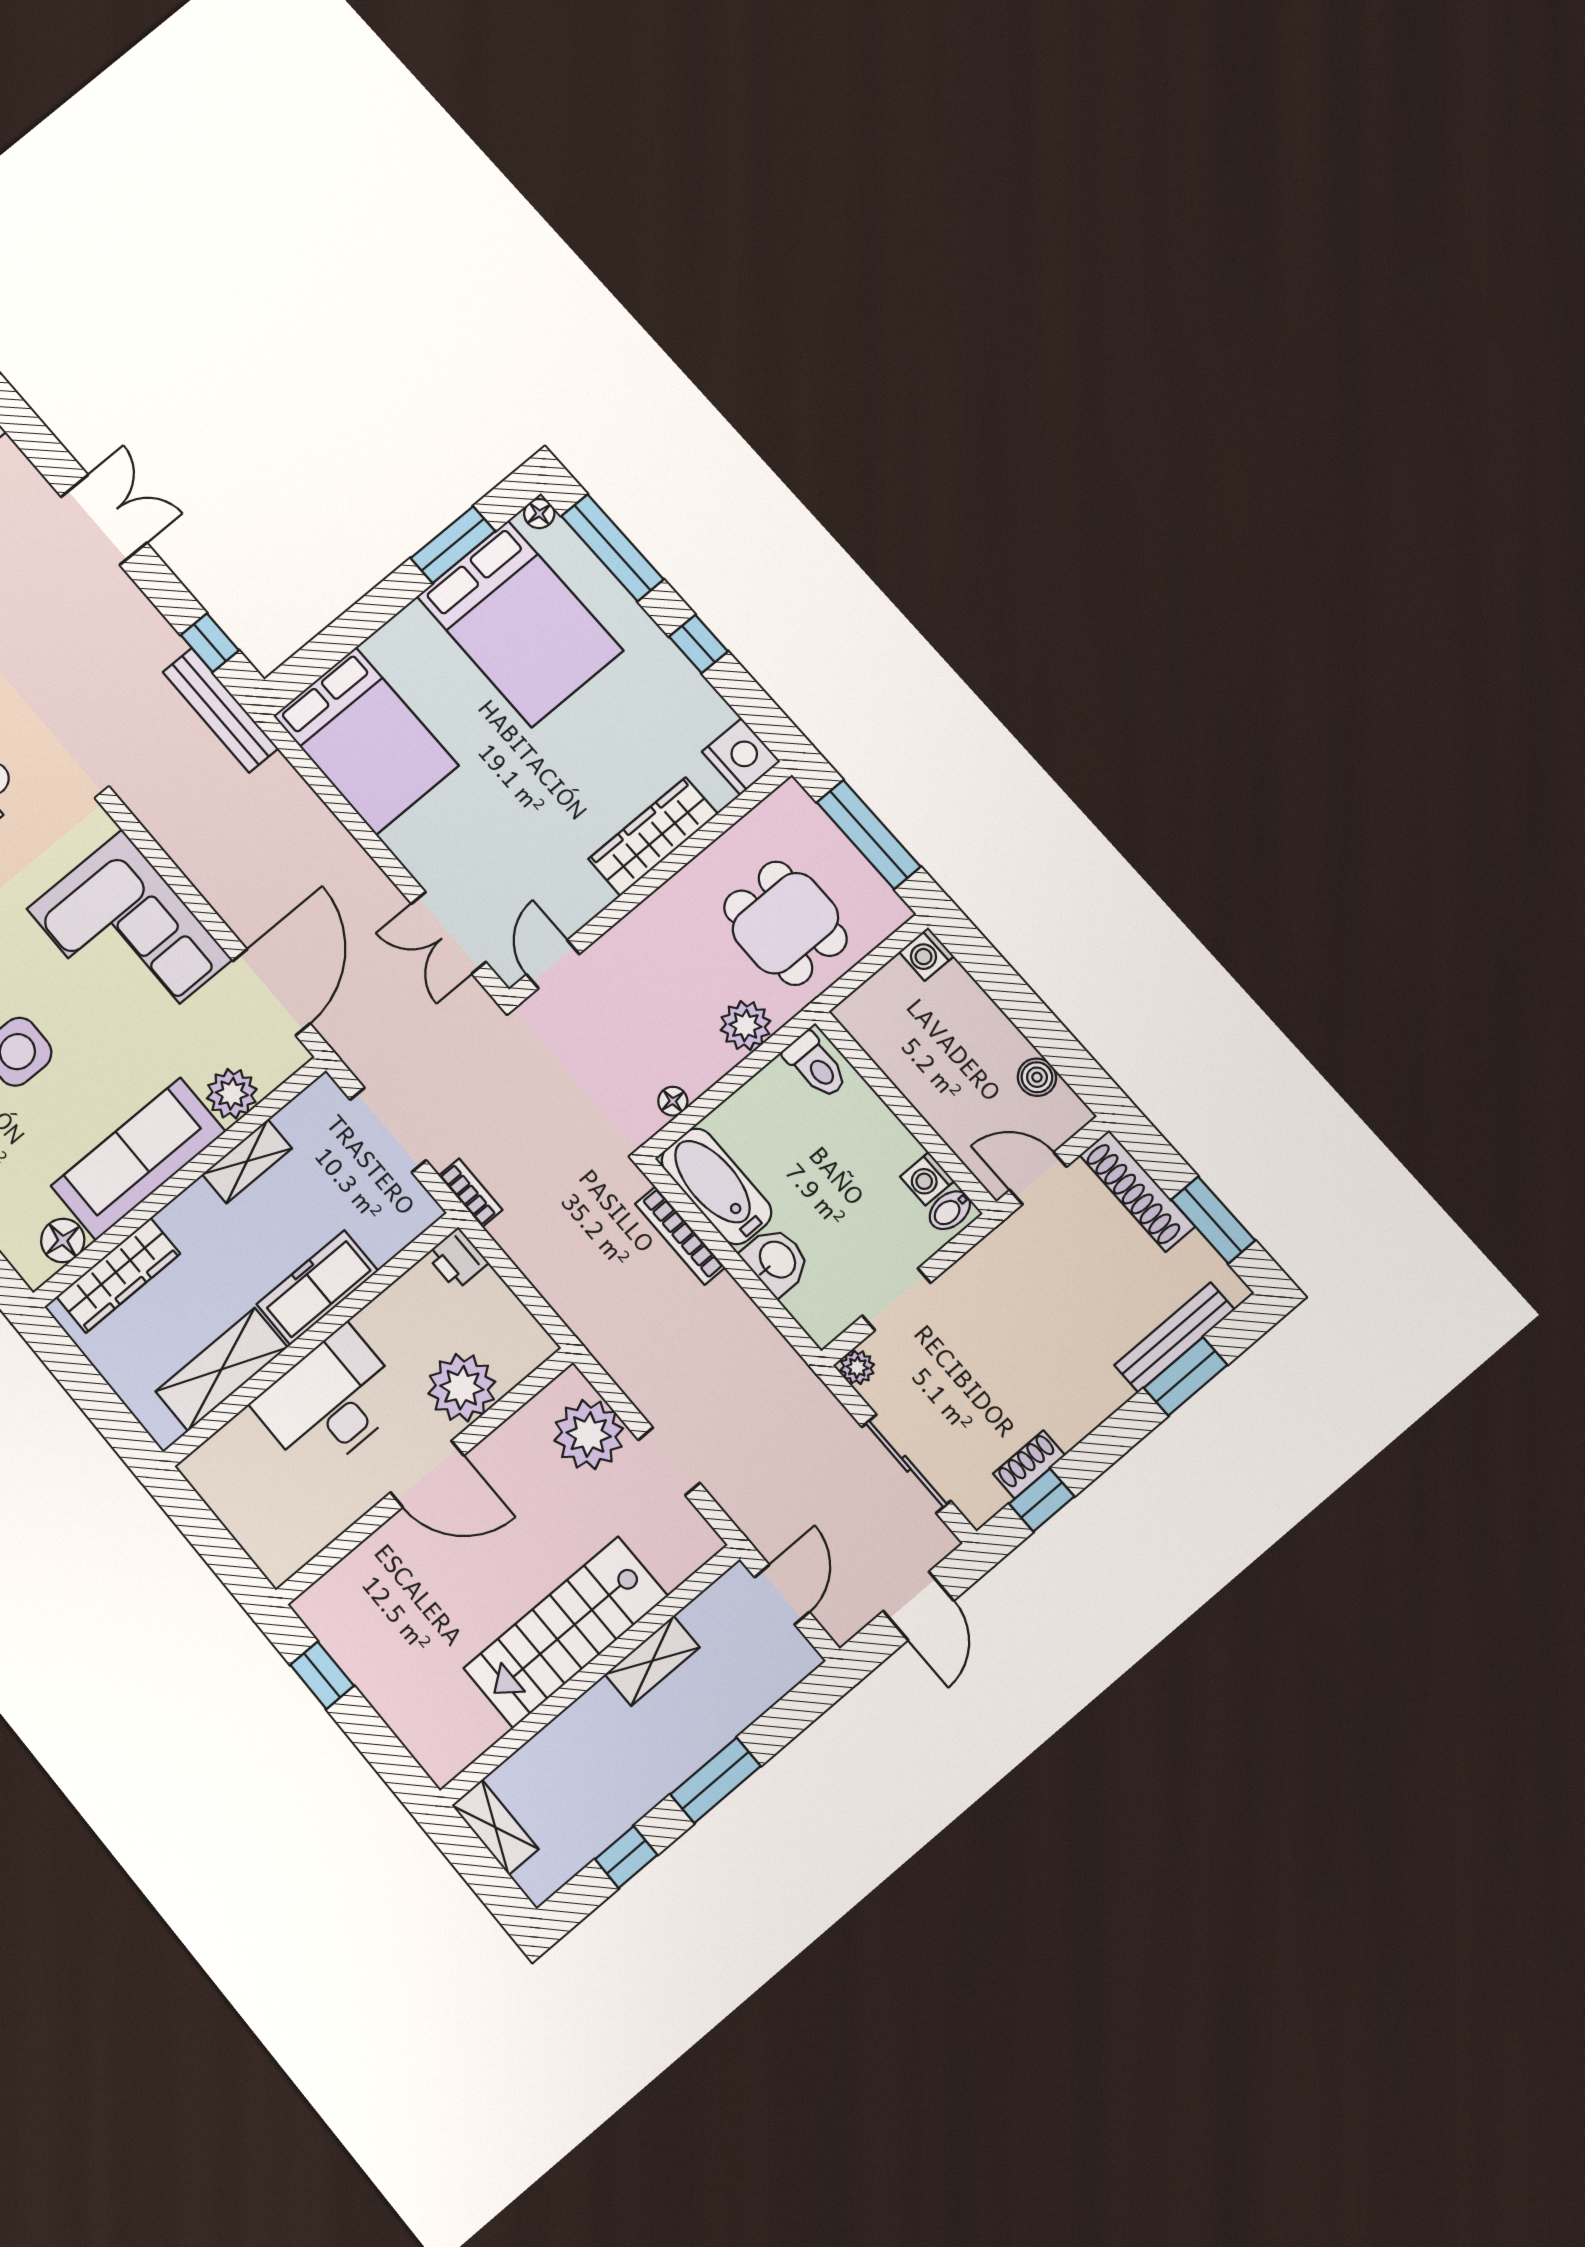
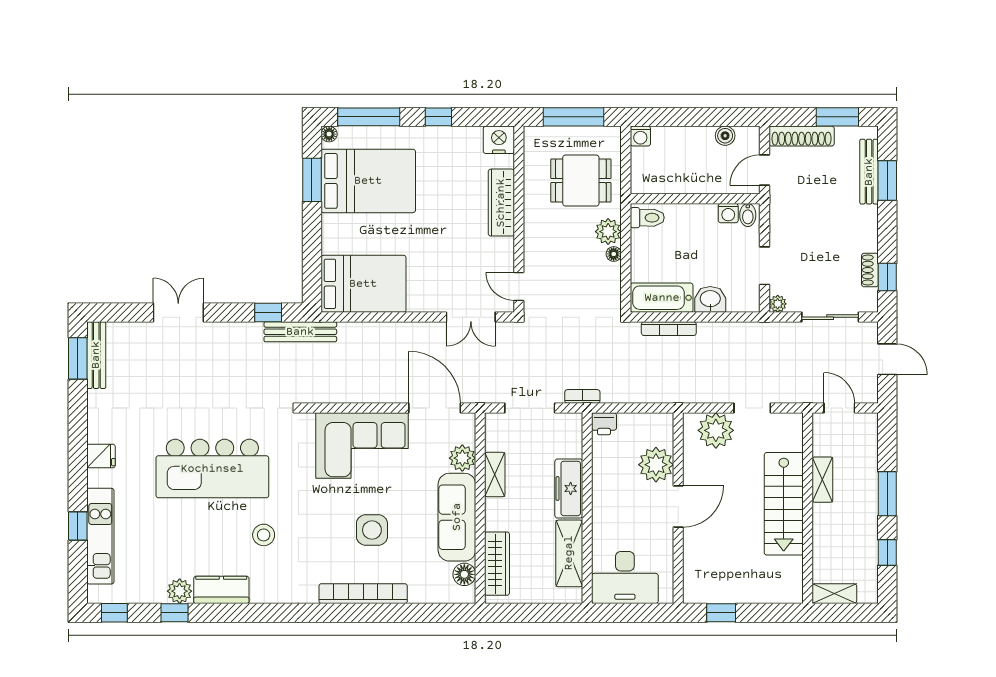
floor lamp: (673, 1101) -> (614, 254), moved
desk: (330, 1402) -> (625, 577), moved, turned -90

